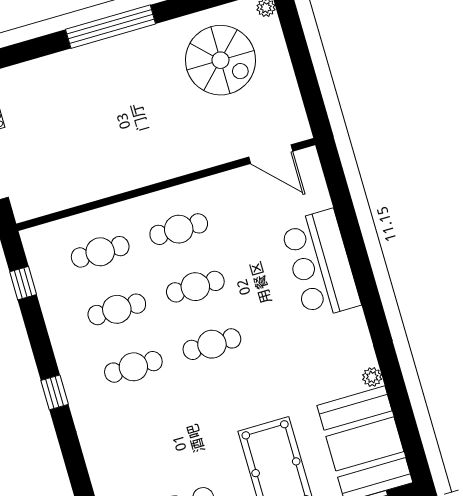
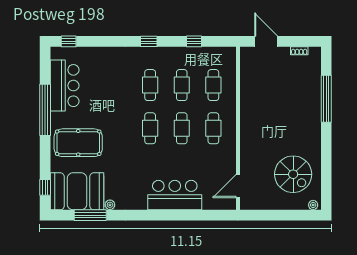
window: (111, 27) -> (326, 99), moved
spiral stairs: (220, 60) -> (293, 174), turned -90
window: (23, 283) -> (194, 41), moved
window: (401, 407) -> (90, 215), added

